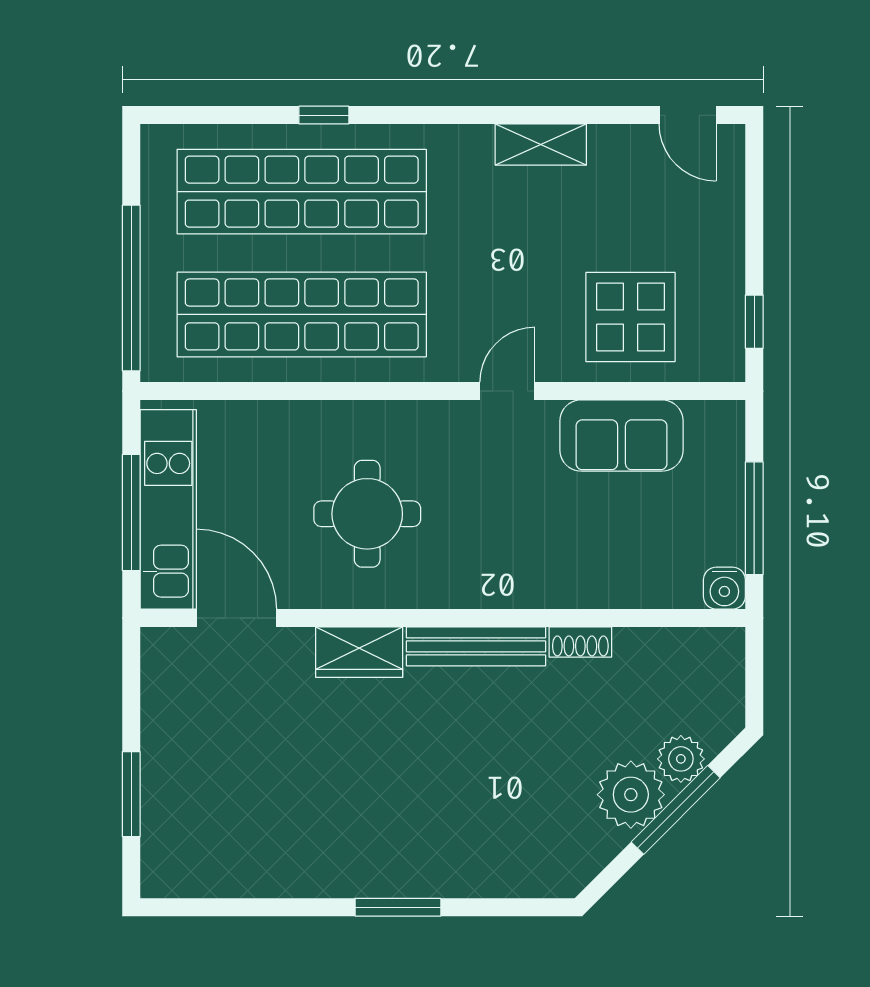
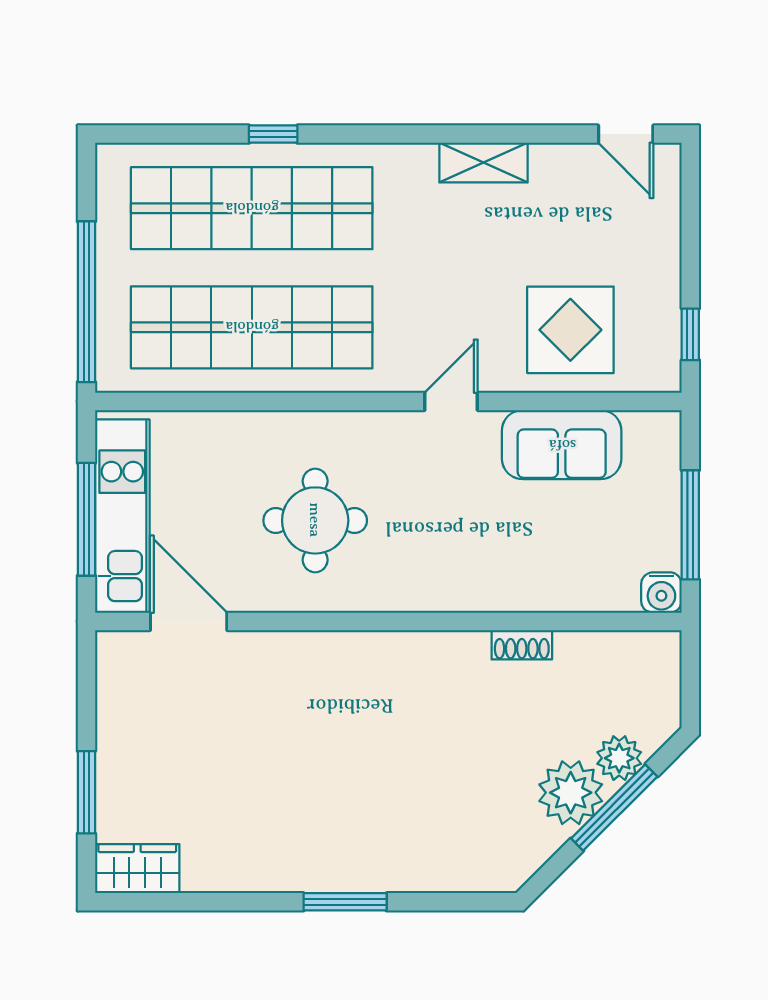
bench: (476, 646) -> (421, 649), removed
wardrobe: (359, 652) -> (137, 869), moved, turned 180

